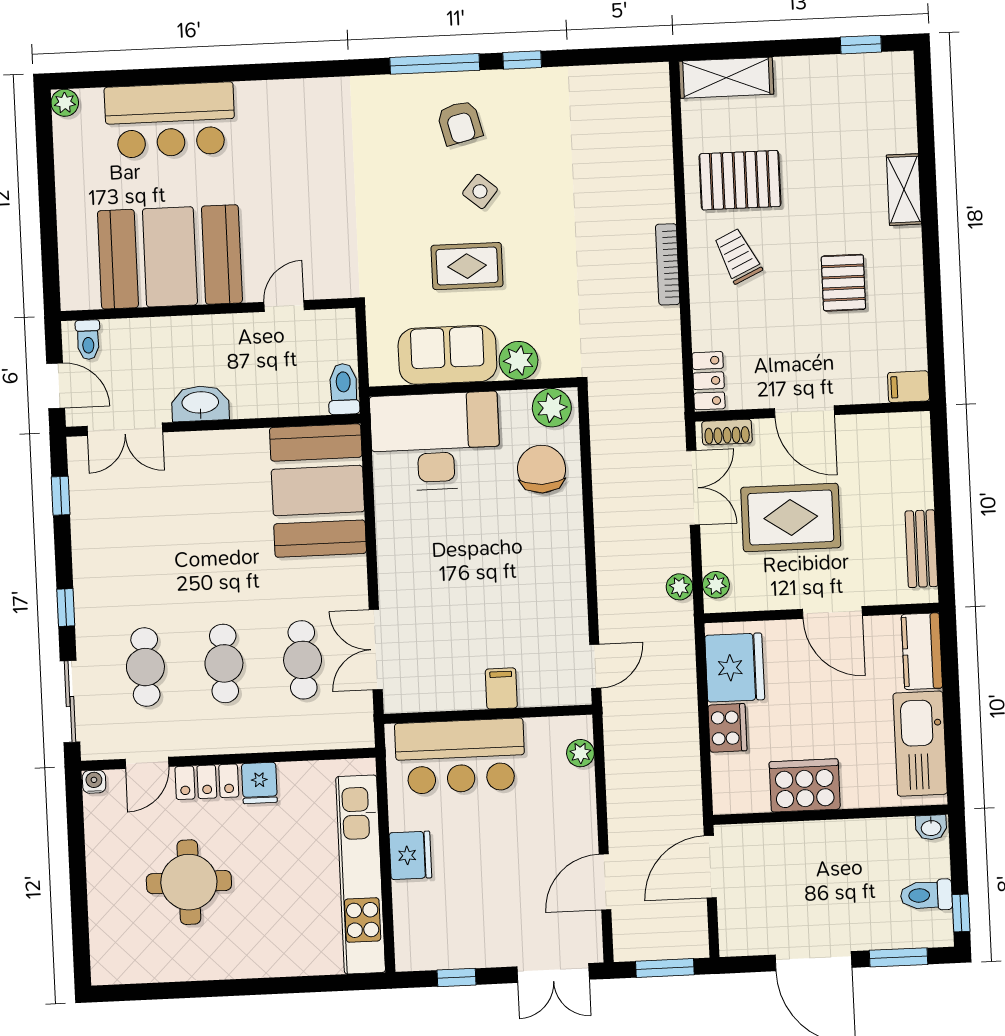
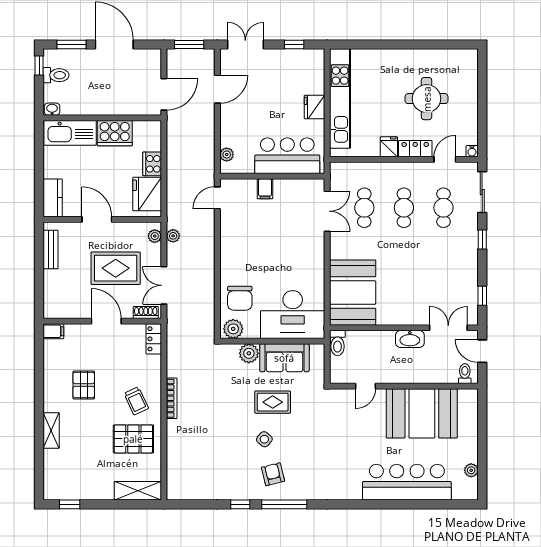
plant: (65, 103) -> (471, 470), moved
bar counter: (170, 120) -> (407, 482), width x1.36
kitchen sink: (920, 744) -> (70, 133), moved, turned 90

